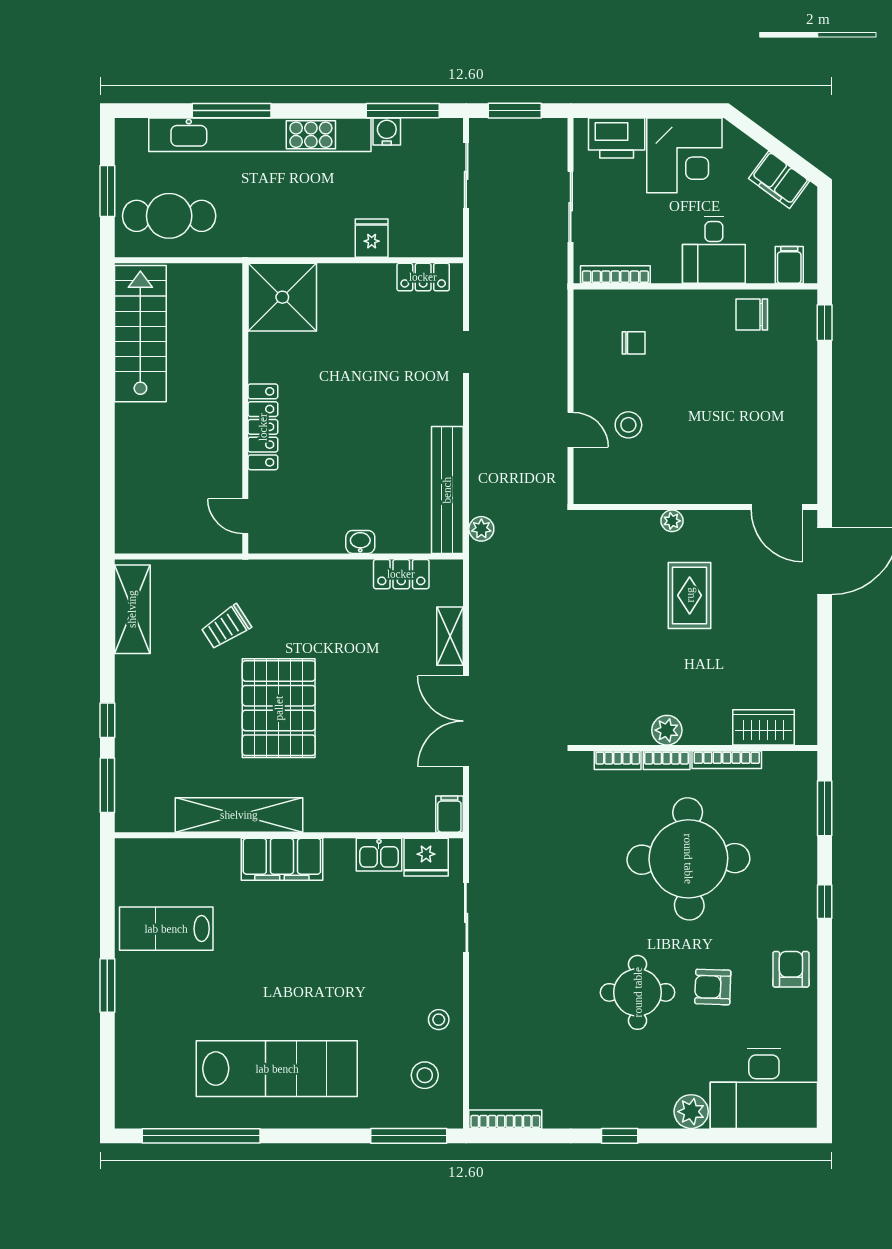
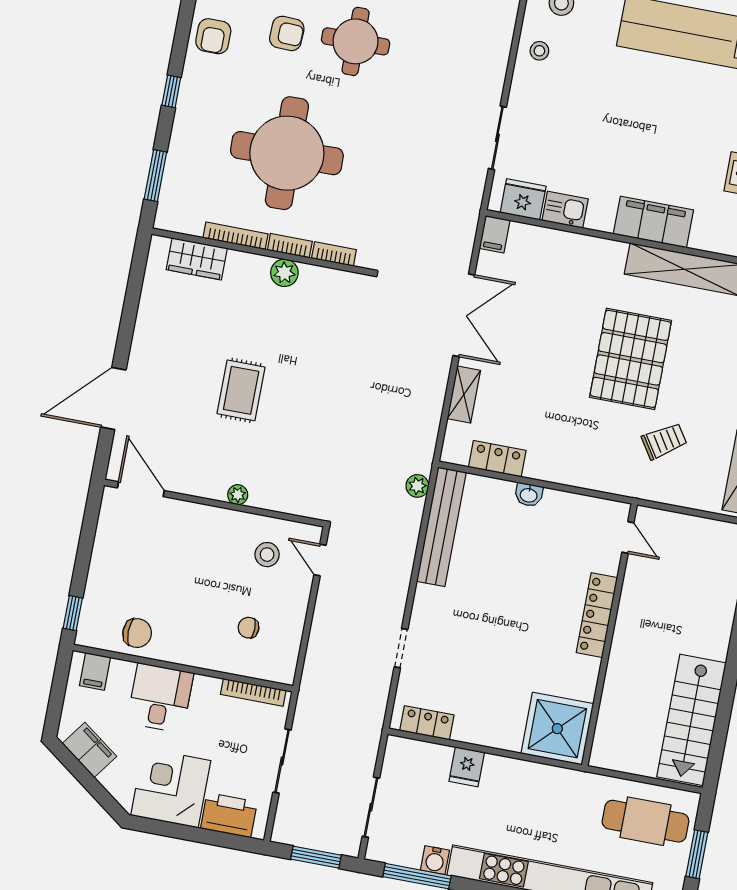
wall: (695, 507) -> (214, 503), moved
door: (777, 507) -> (141, 489), moved
plant: (672, 521) -> (238, 495), moved

